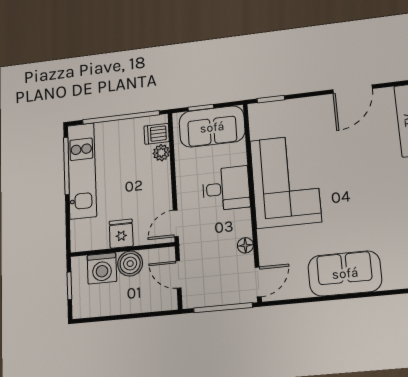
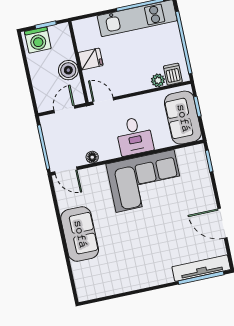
washing machine: (102, 268) -> (38, 40), moved, turned -90

